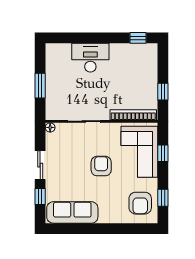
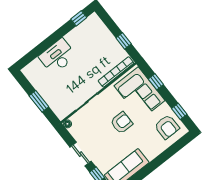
armchair: (101, 166) -> (122, 123), turned 90

